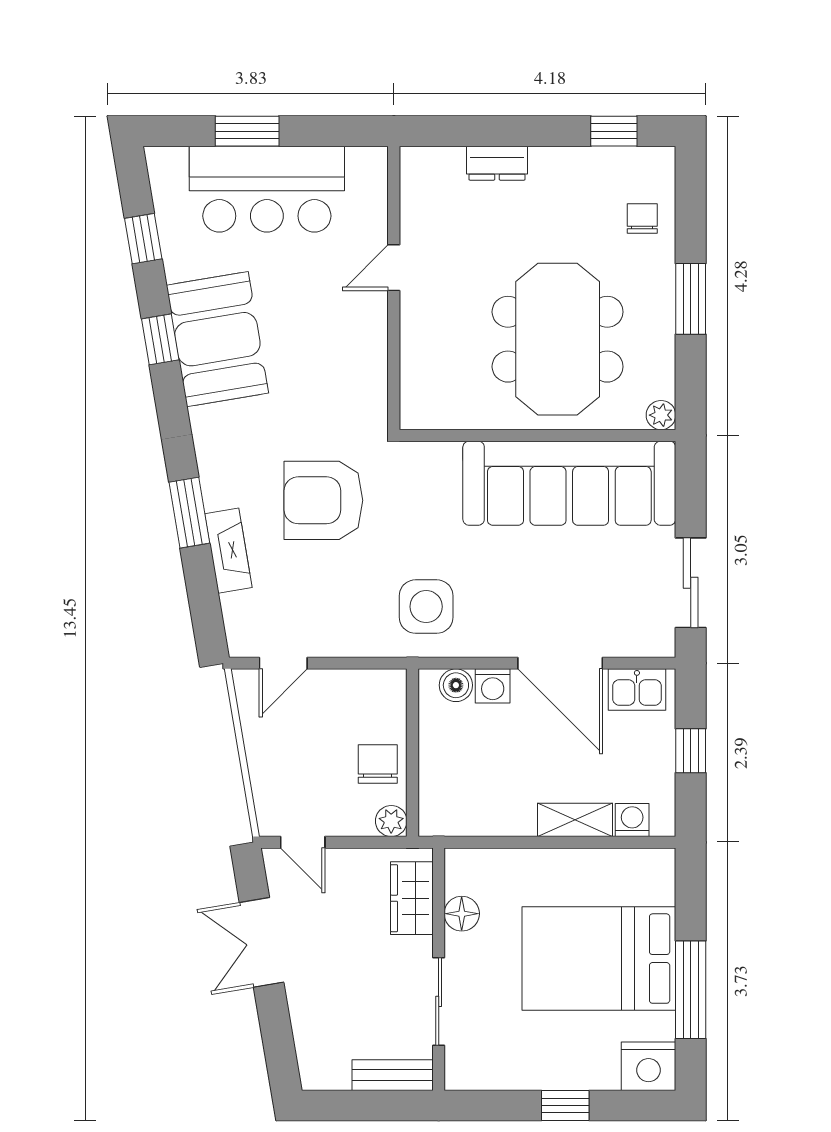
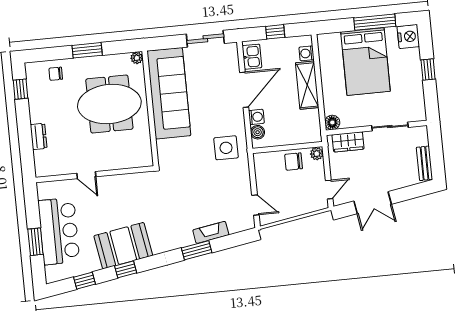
armchair: (323, 500) -> (186, 195), removed
shelving: (575, 820) -> (307, 85), width x1.50, depth x1.33
floor lamp: (462, 914) -> (332, 122), moved
bench: (393, 1075) -> (424, 163), moved

